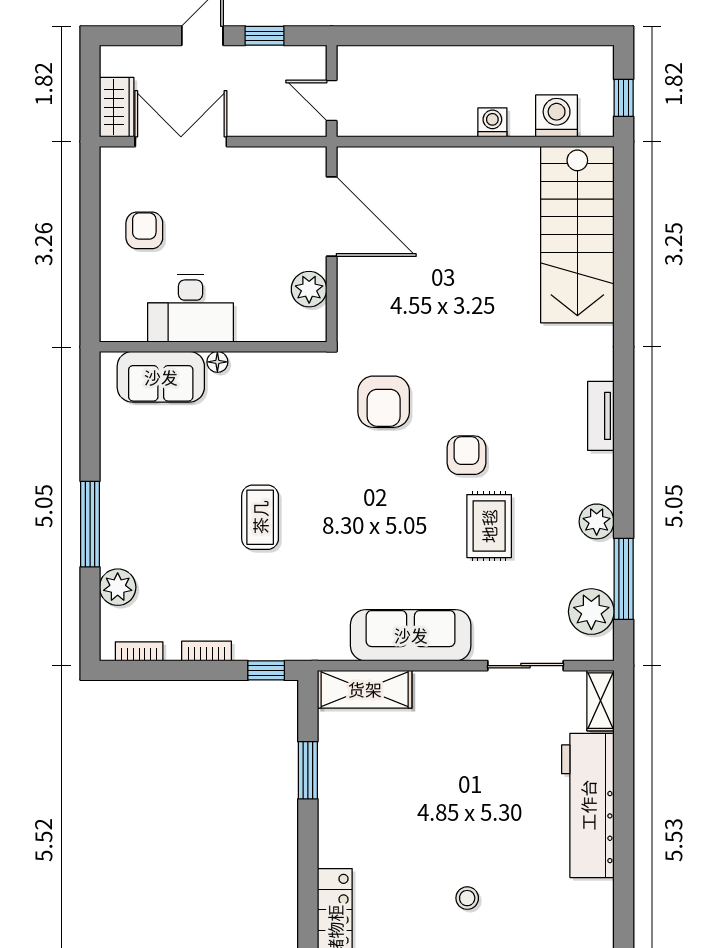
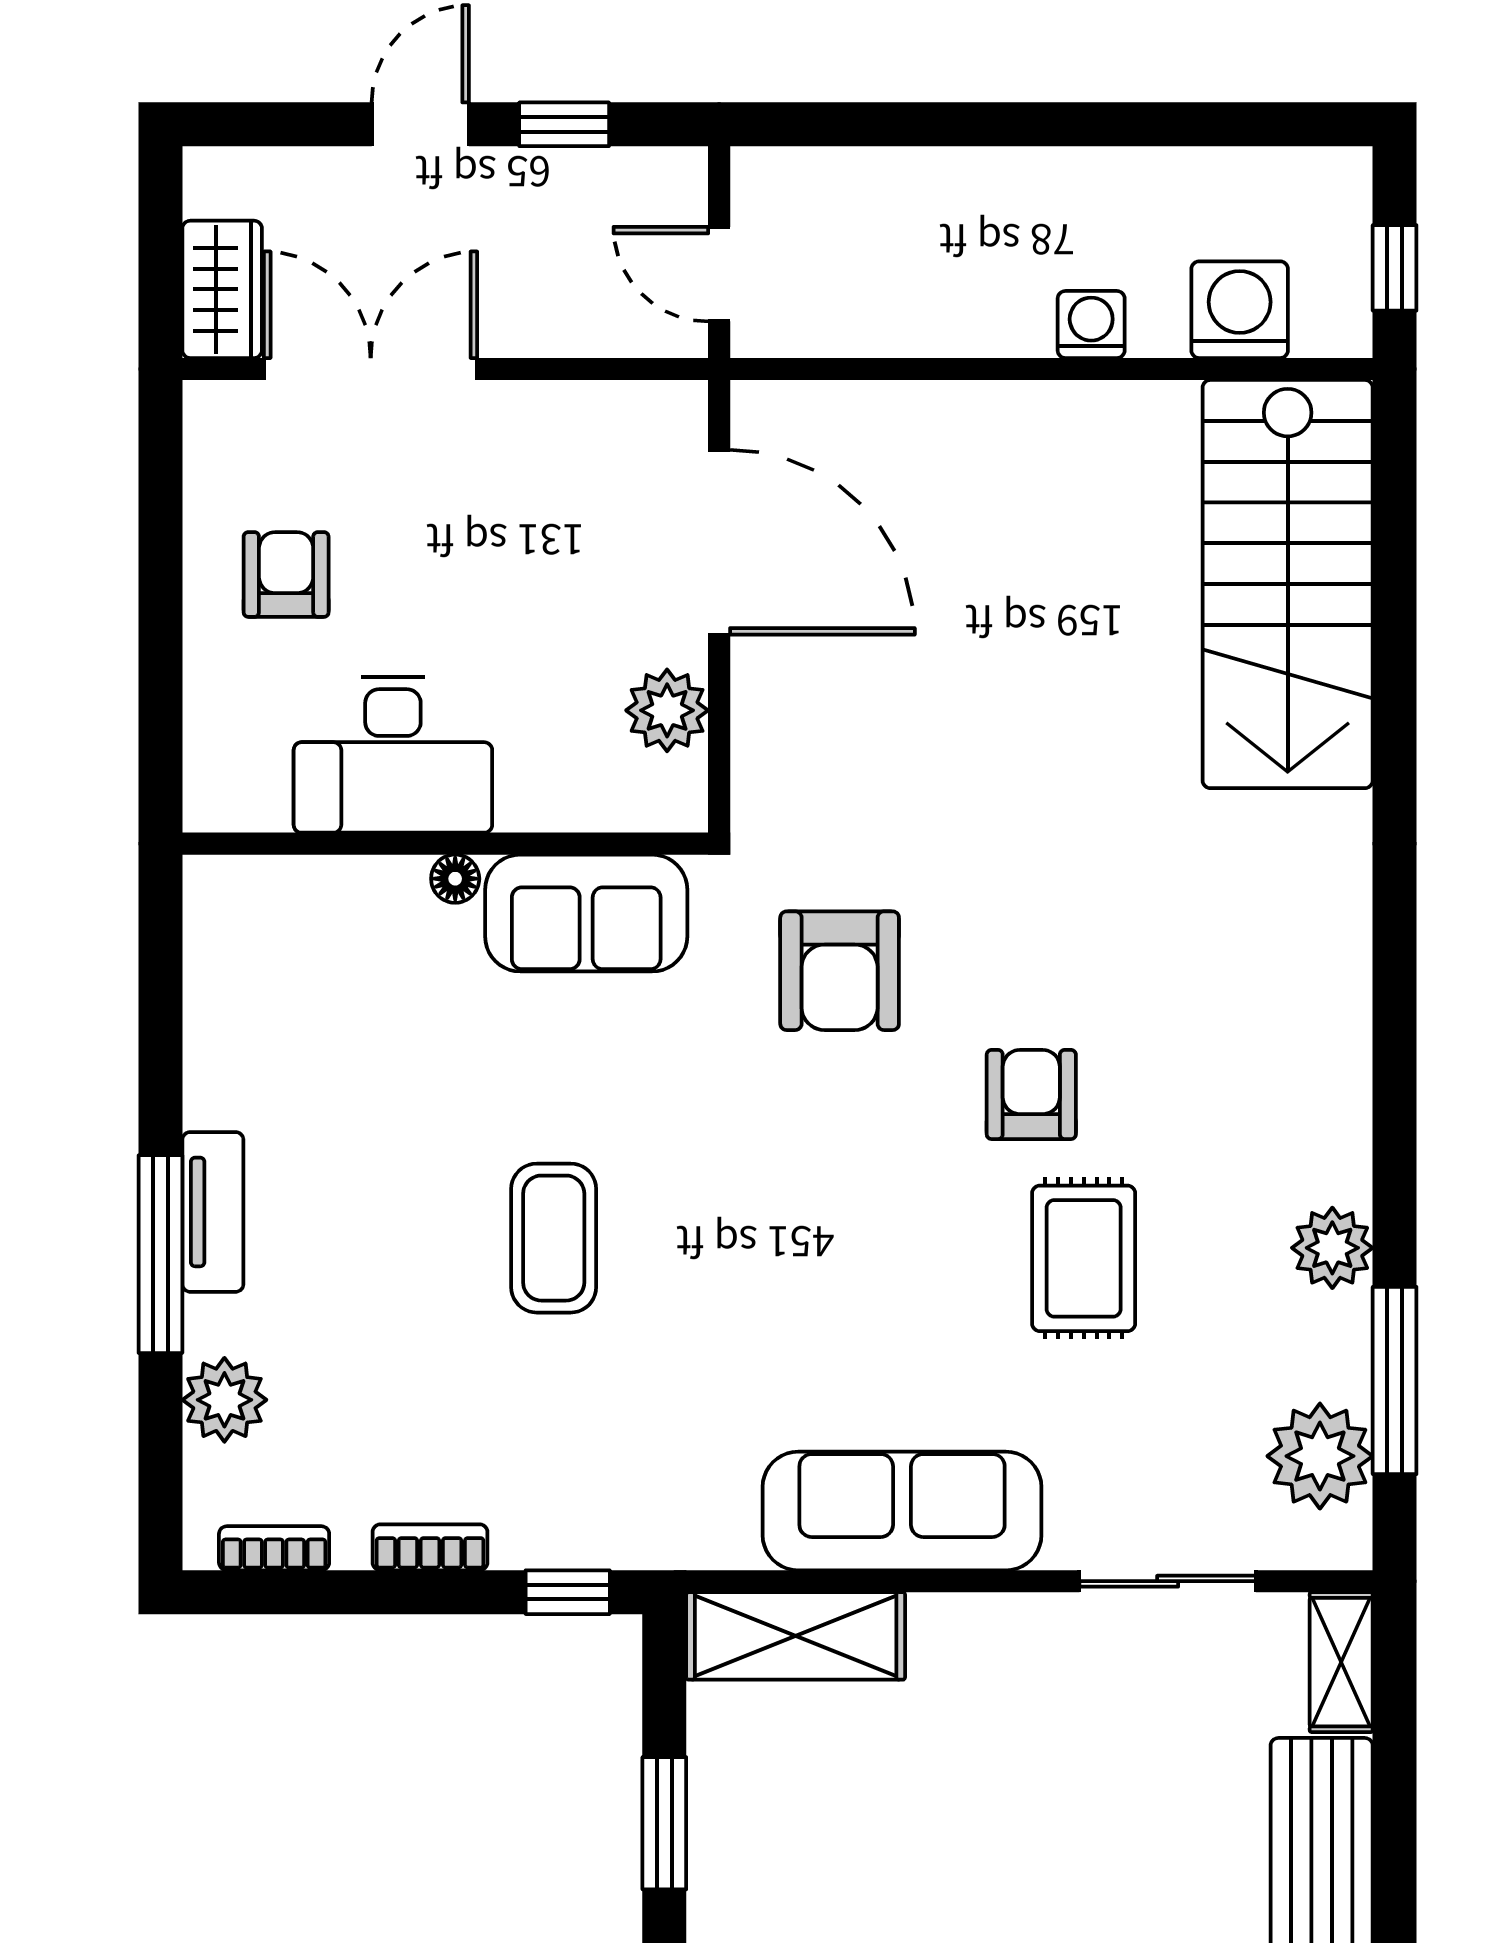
sofa: (161, 377) -> (586, 913), moved
tv unit: (601, 416) -> (213, 1212), moved, turned 180

